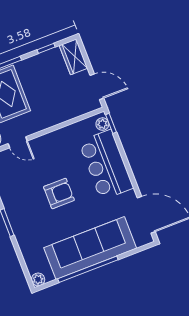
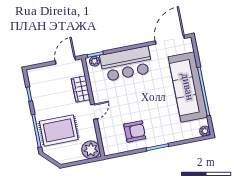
wardrobe: (73, 57) -> (81, 89), moved, turned 90
door: (18, 142) -> (94, 112), moved
armchair: (59, 194) -> (135, 131), moved, turned 90

